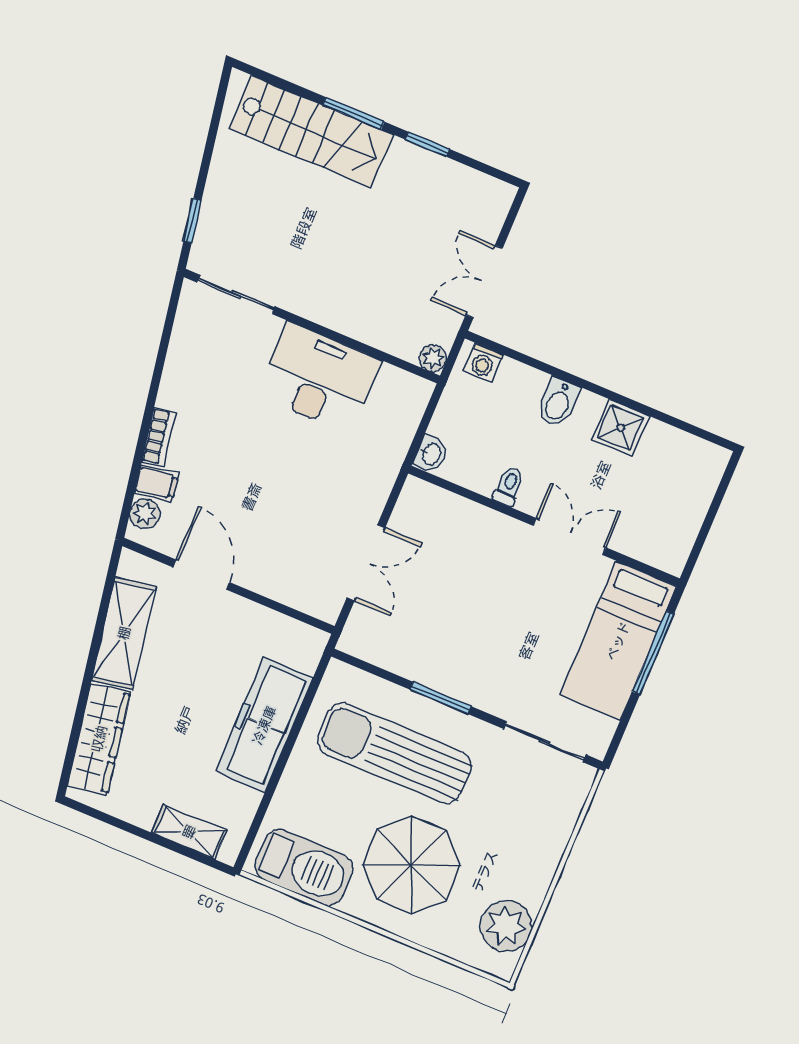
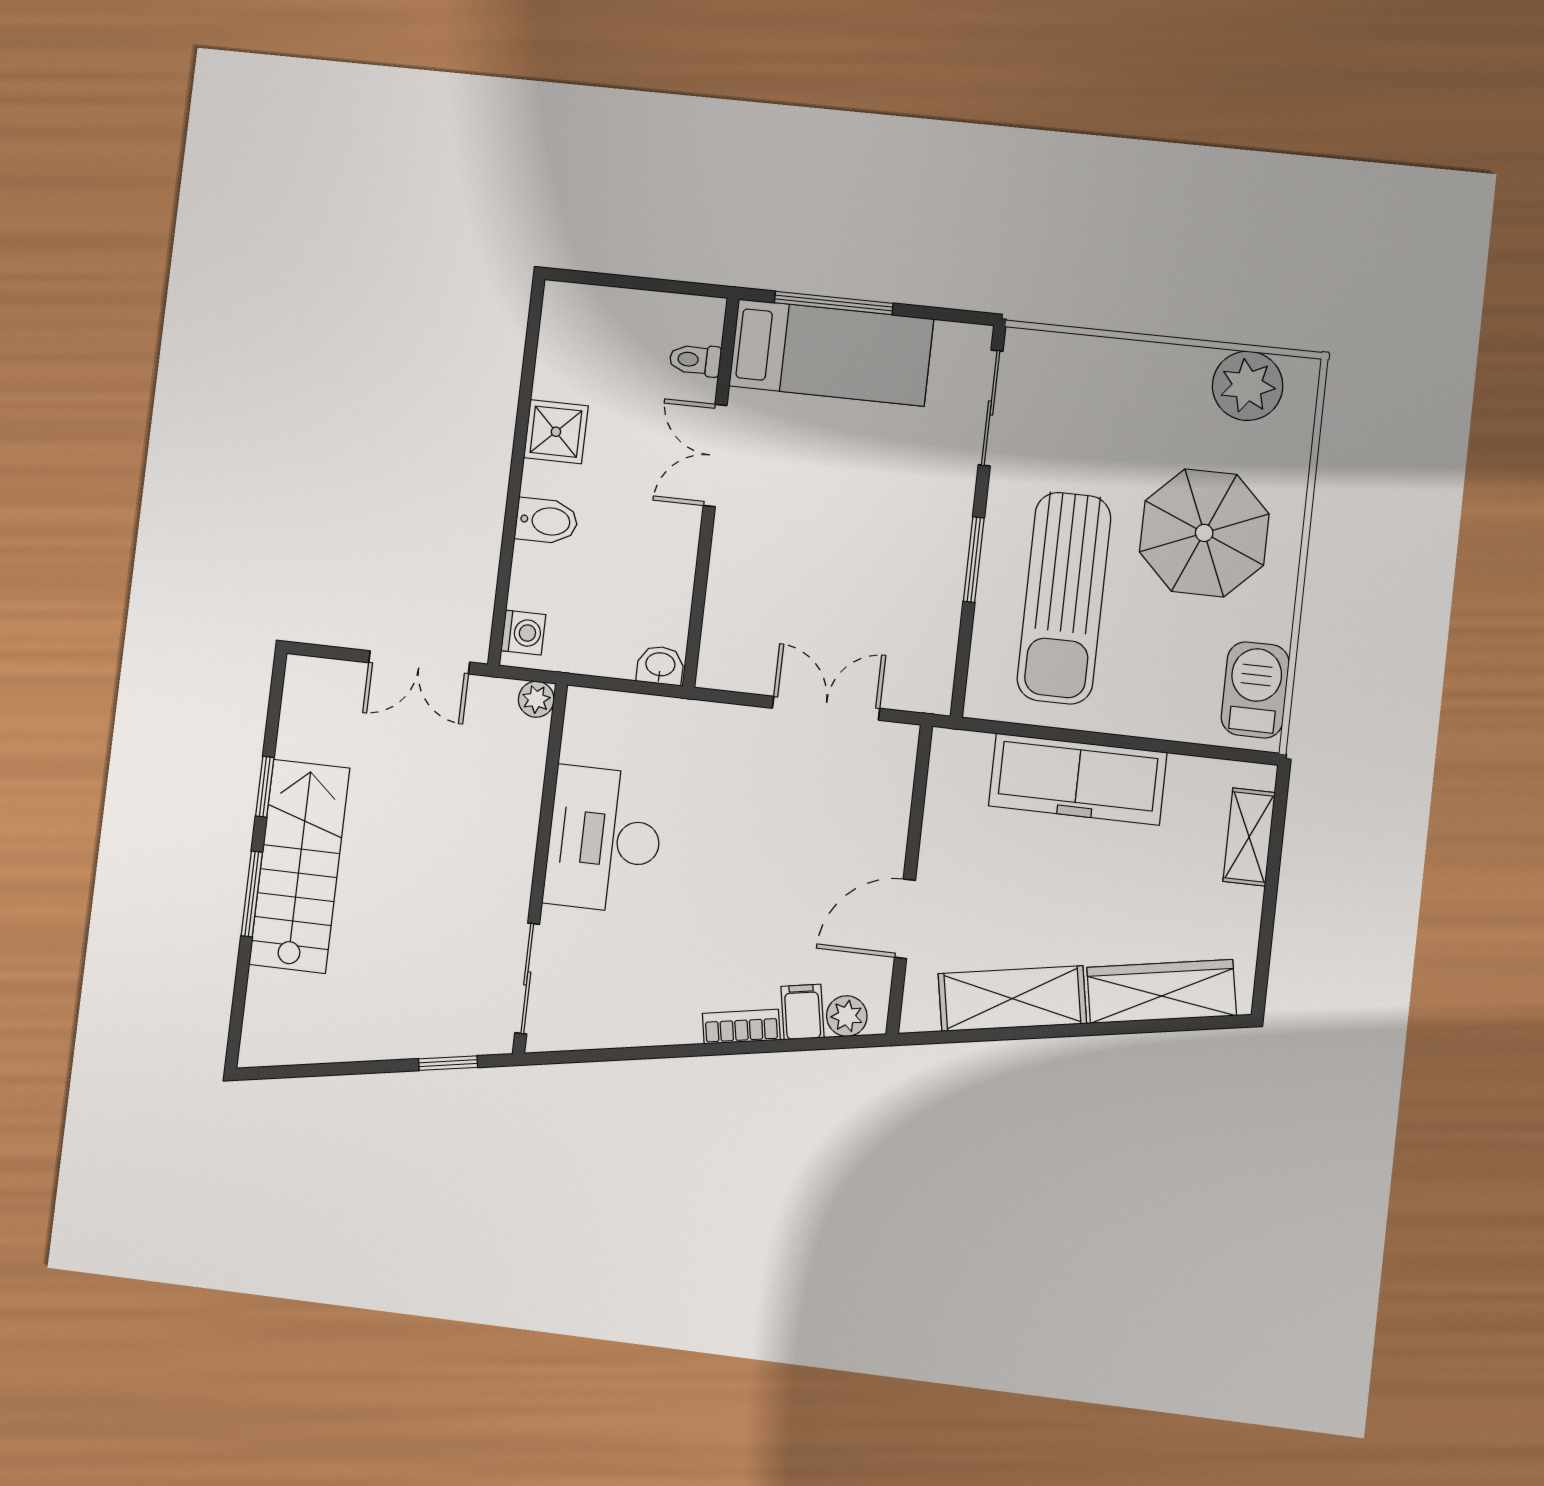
stairs: (311, 132) -> (299, 866), moved
toilet: (509, 486) -> (695, 360), moved
barbecue: (304, 867) -> (1255, 690), width x0.73, depth x0.83

